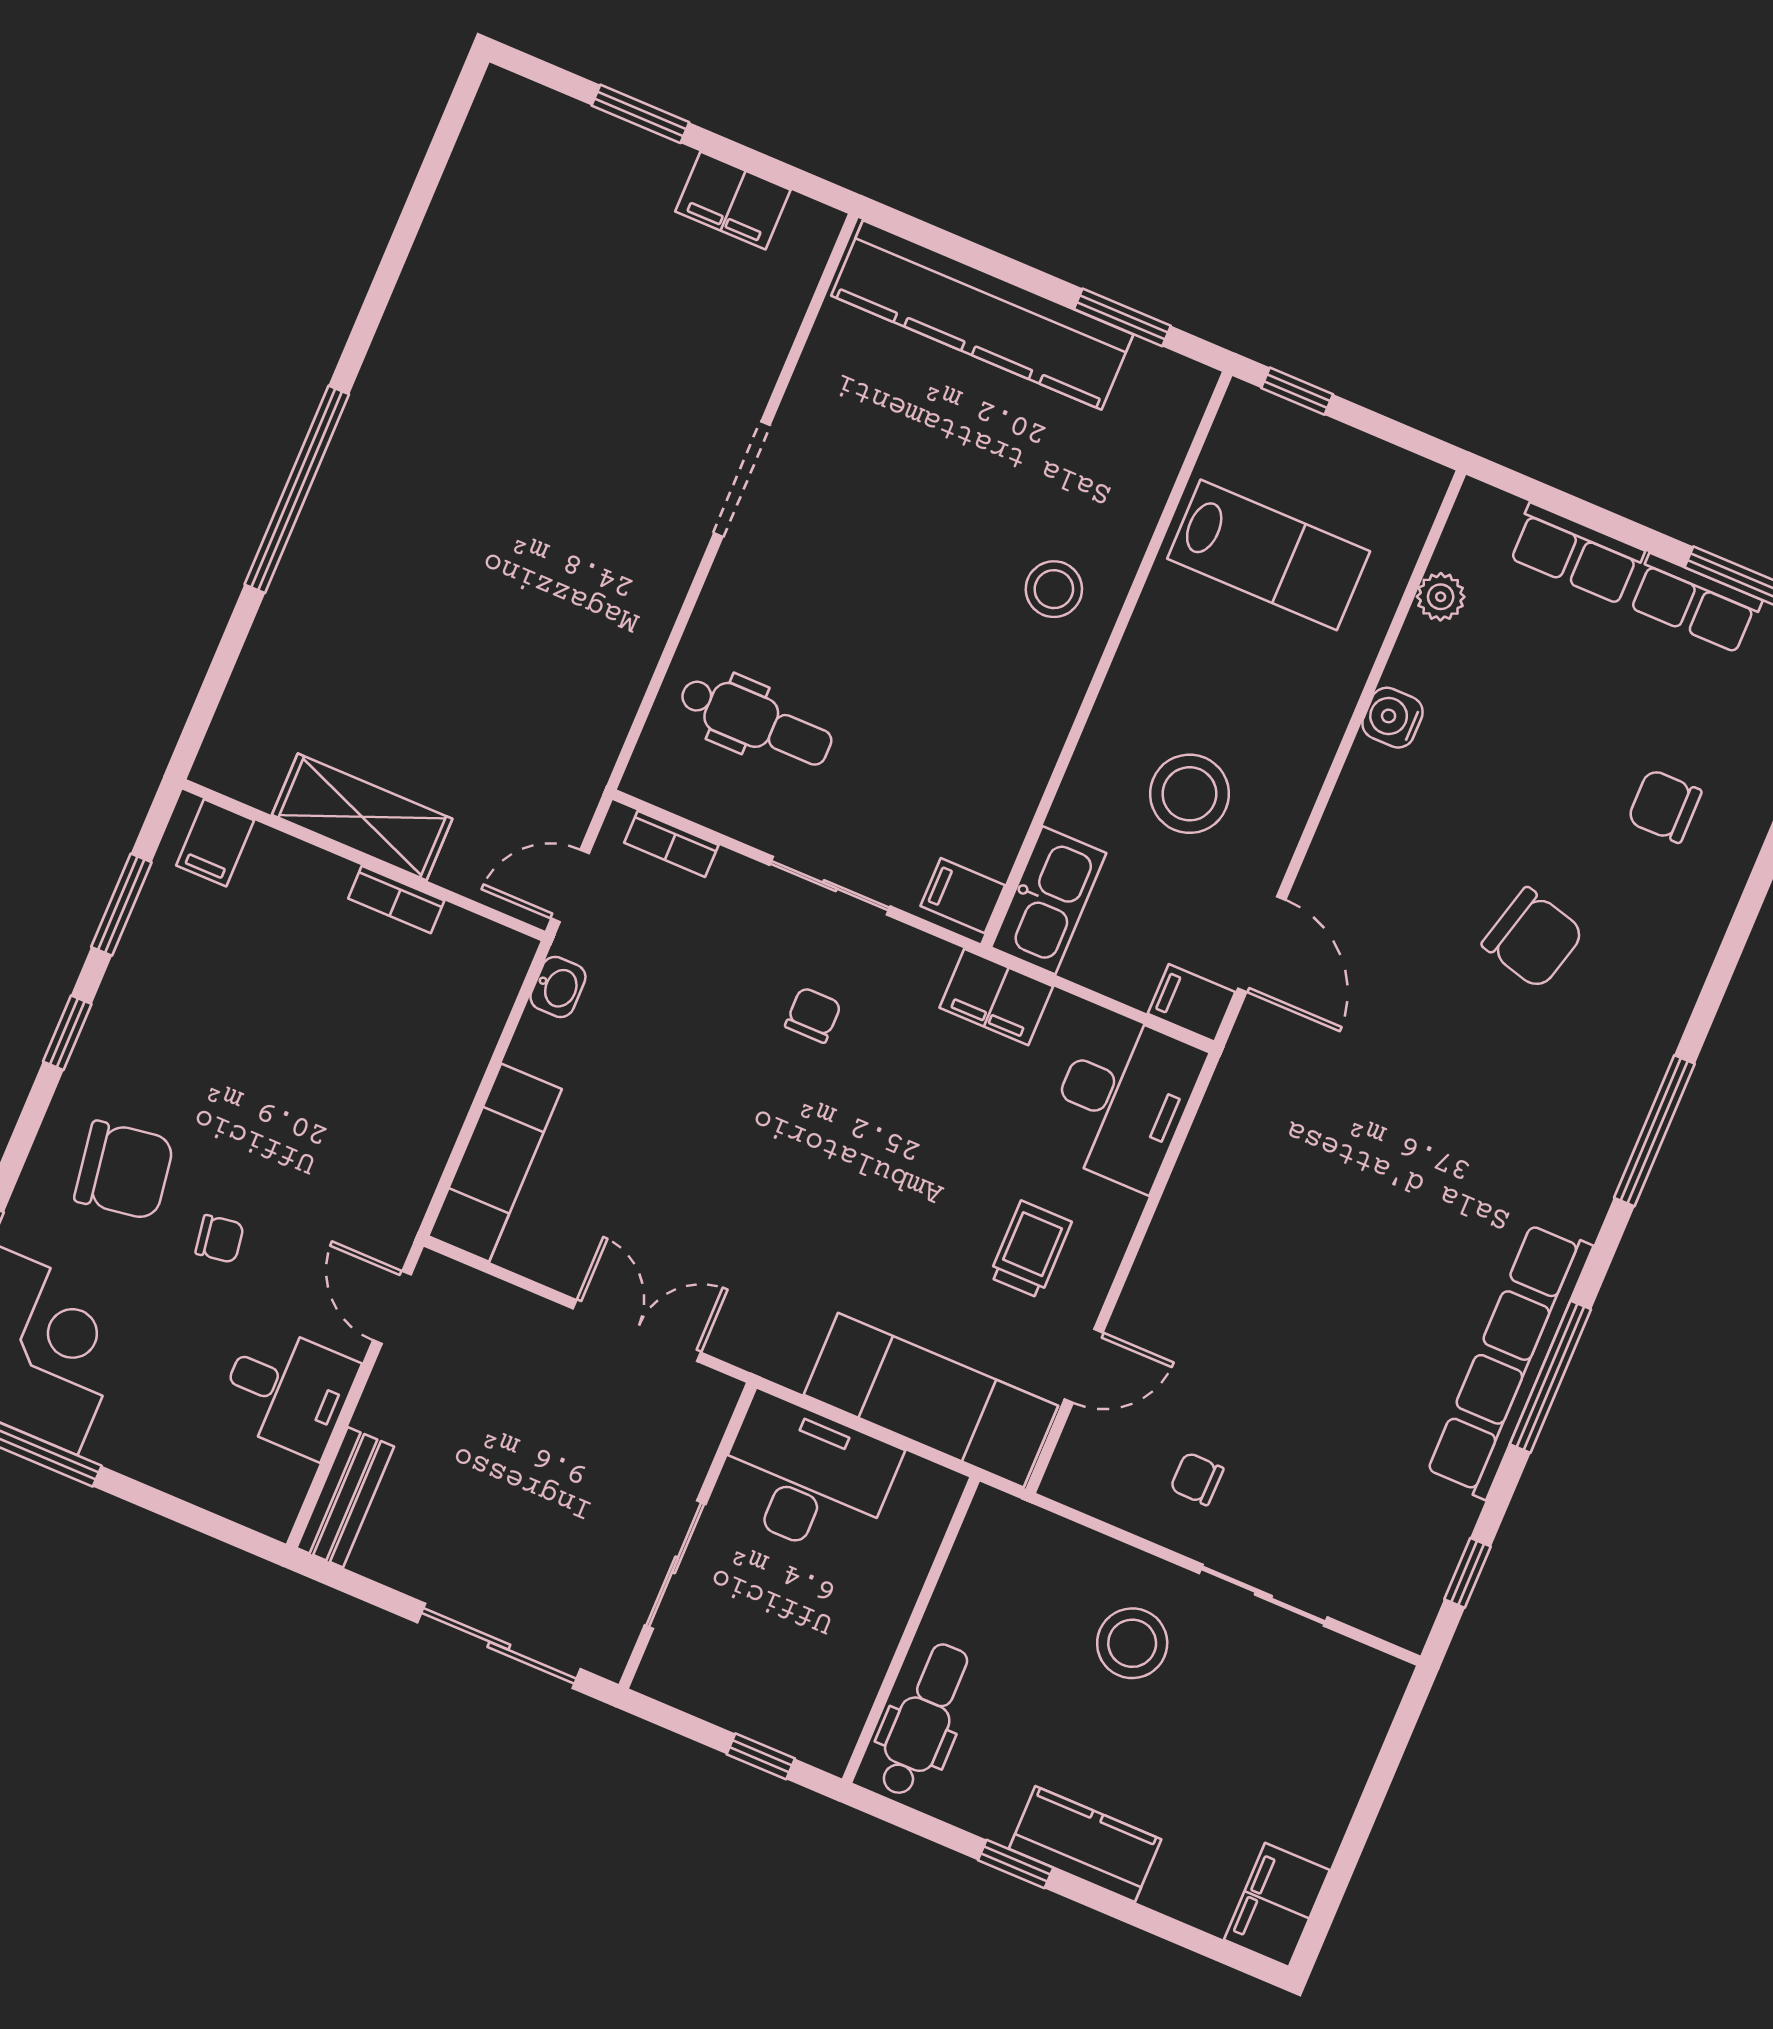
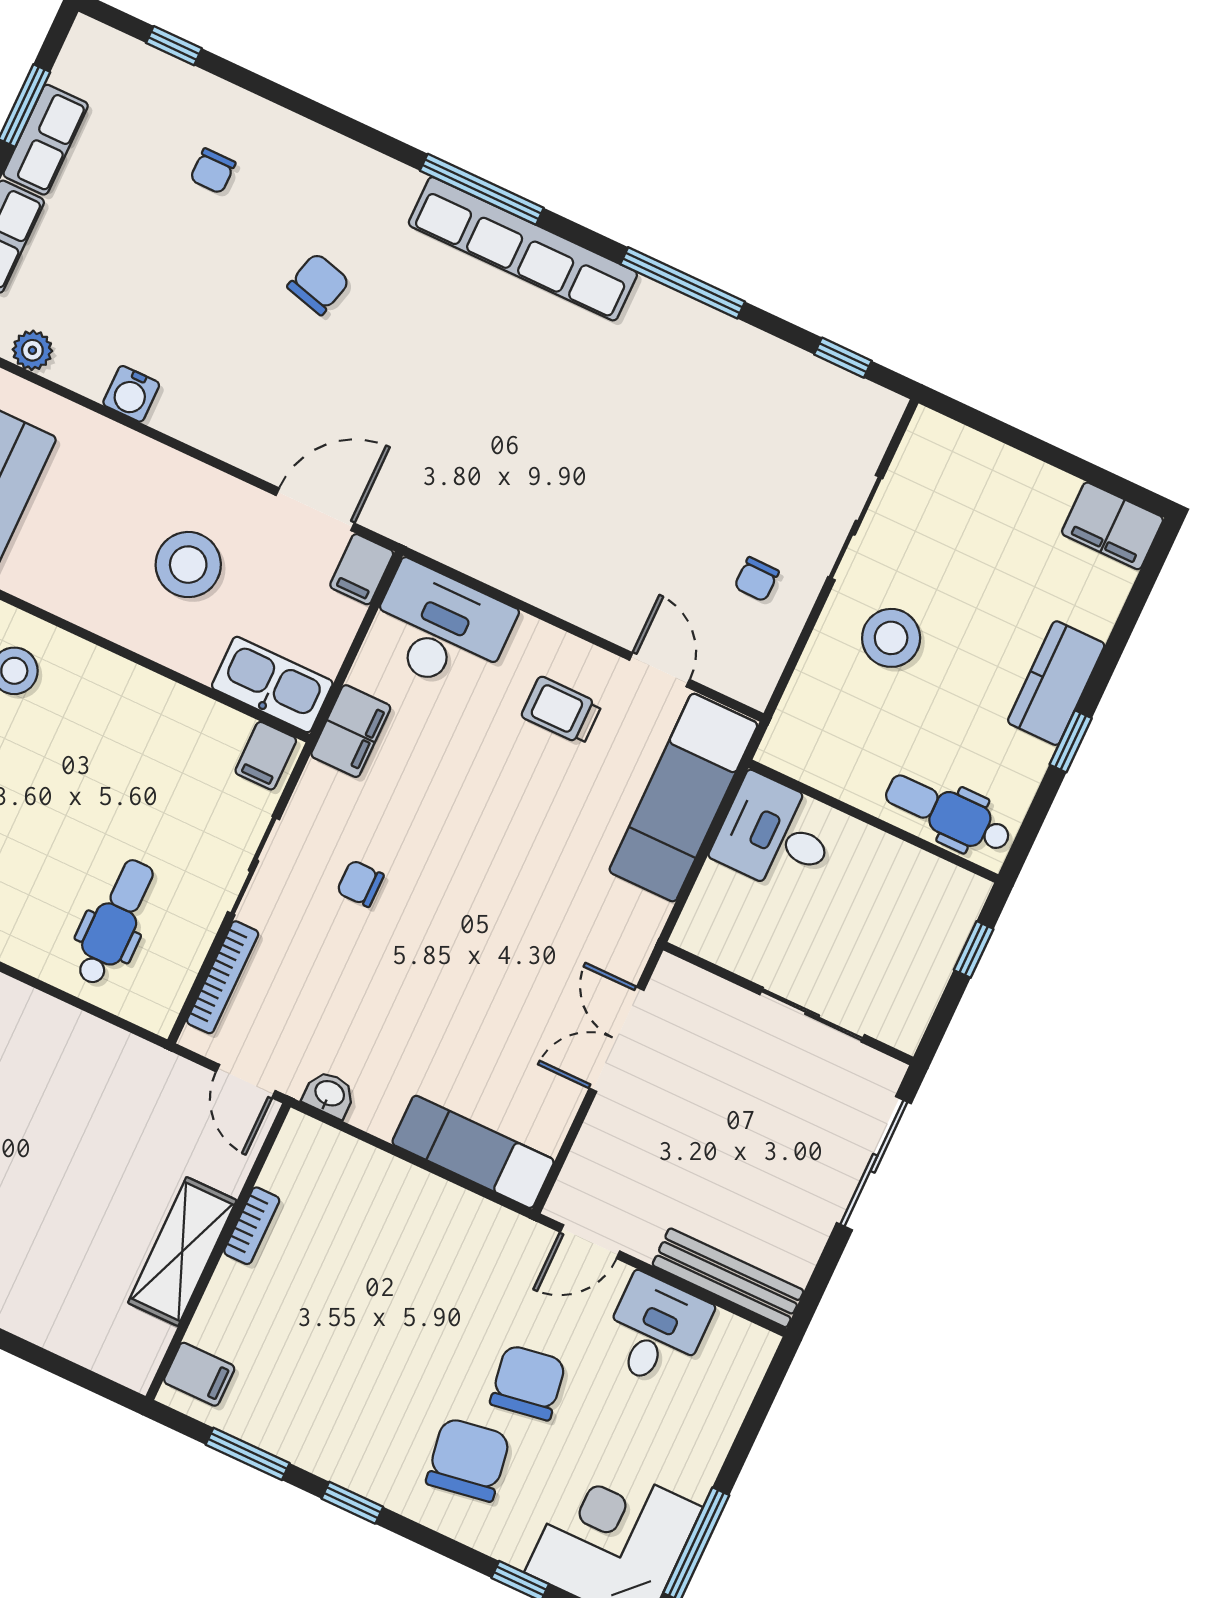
chair: (1664, 806) -> (213, 171), width x0.73, depth x0.73
bookcase: (671, 844) -> (223, 977), width x1.56
chair: (1533, 938) -> (318, 284), width x0.73, depth x0.73
chair: (220, 1239) -> (528, 1383), width x1.87, depth x1.87
row of seats: (1509, 1360) -> (523, 249), moved
desk: (806, 1477) -> (775, 835), moved, width x0.73
bench: (345, 1497) -> (728, 1278), width x1.36

